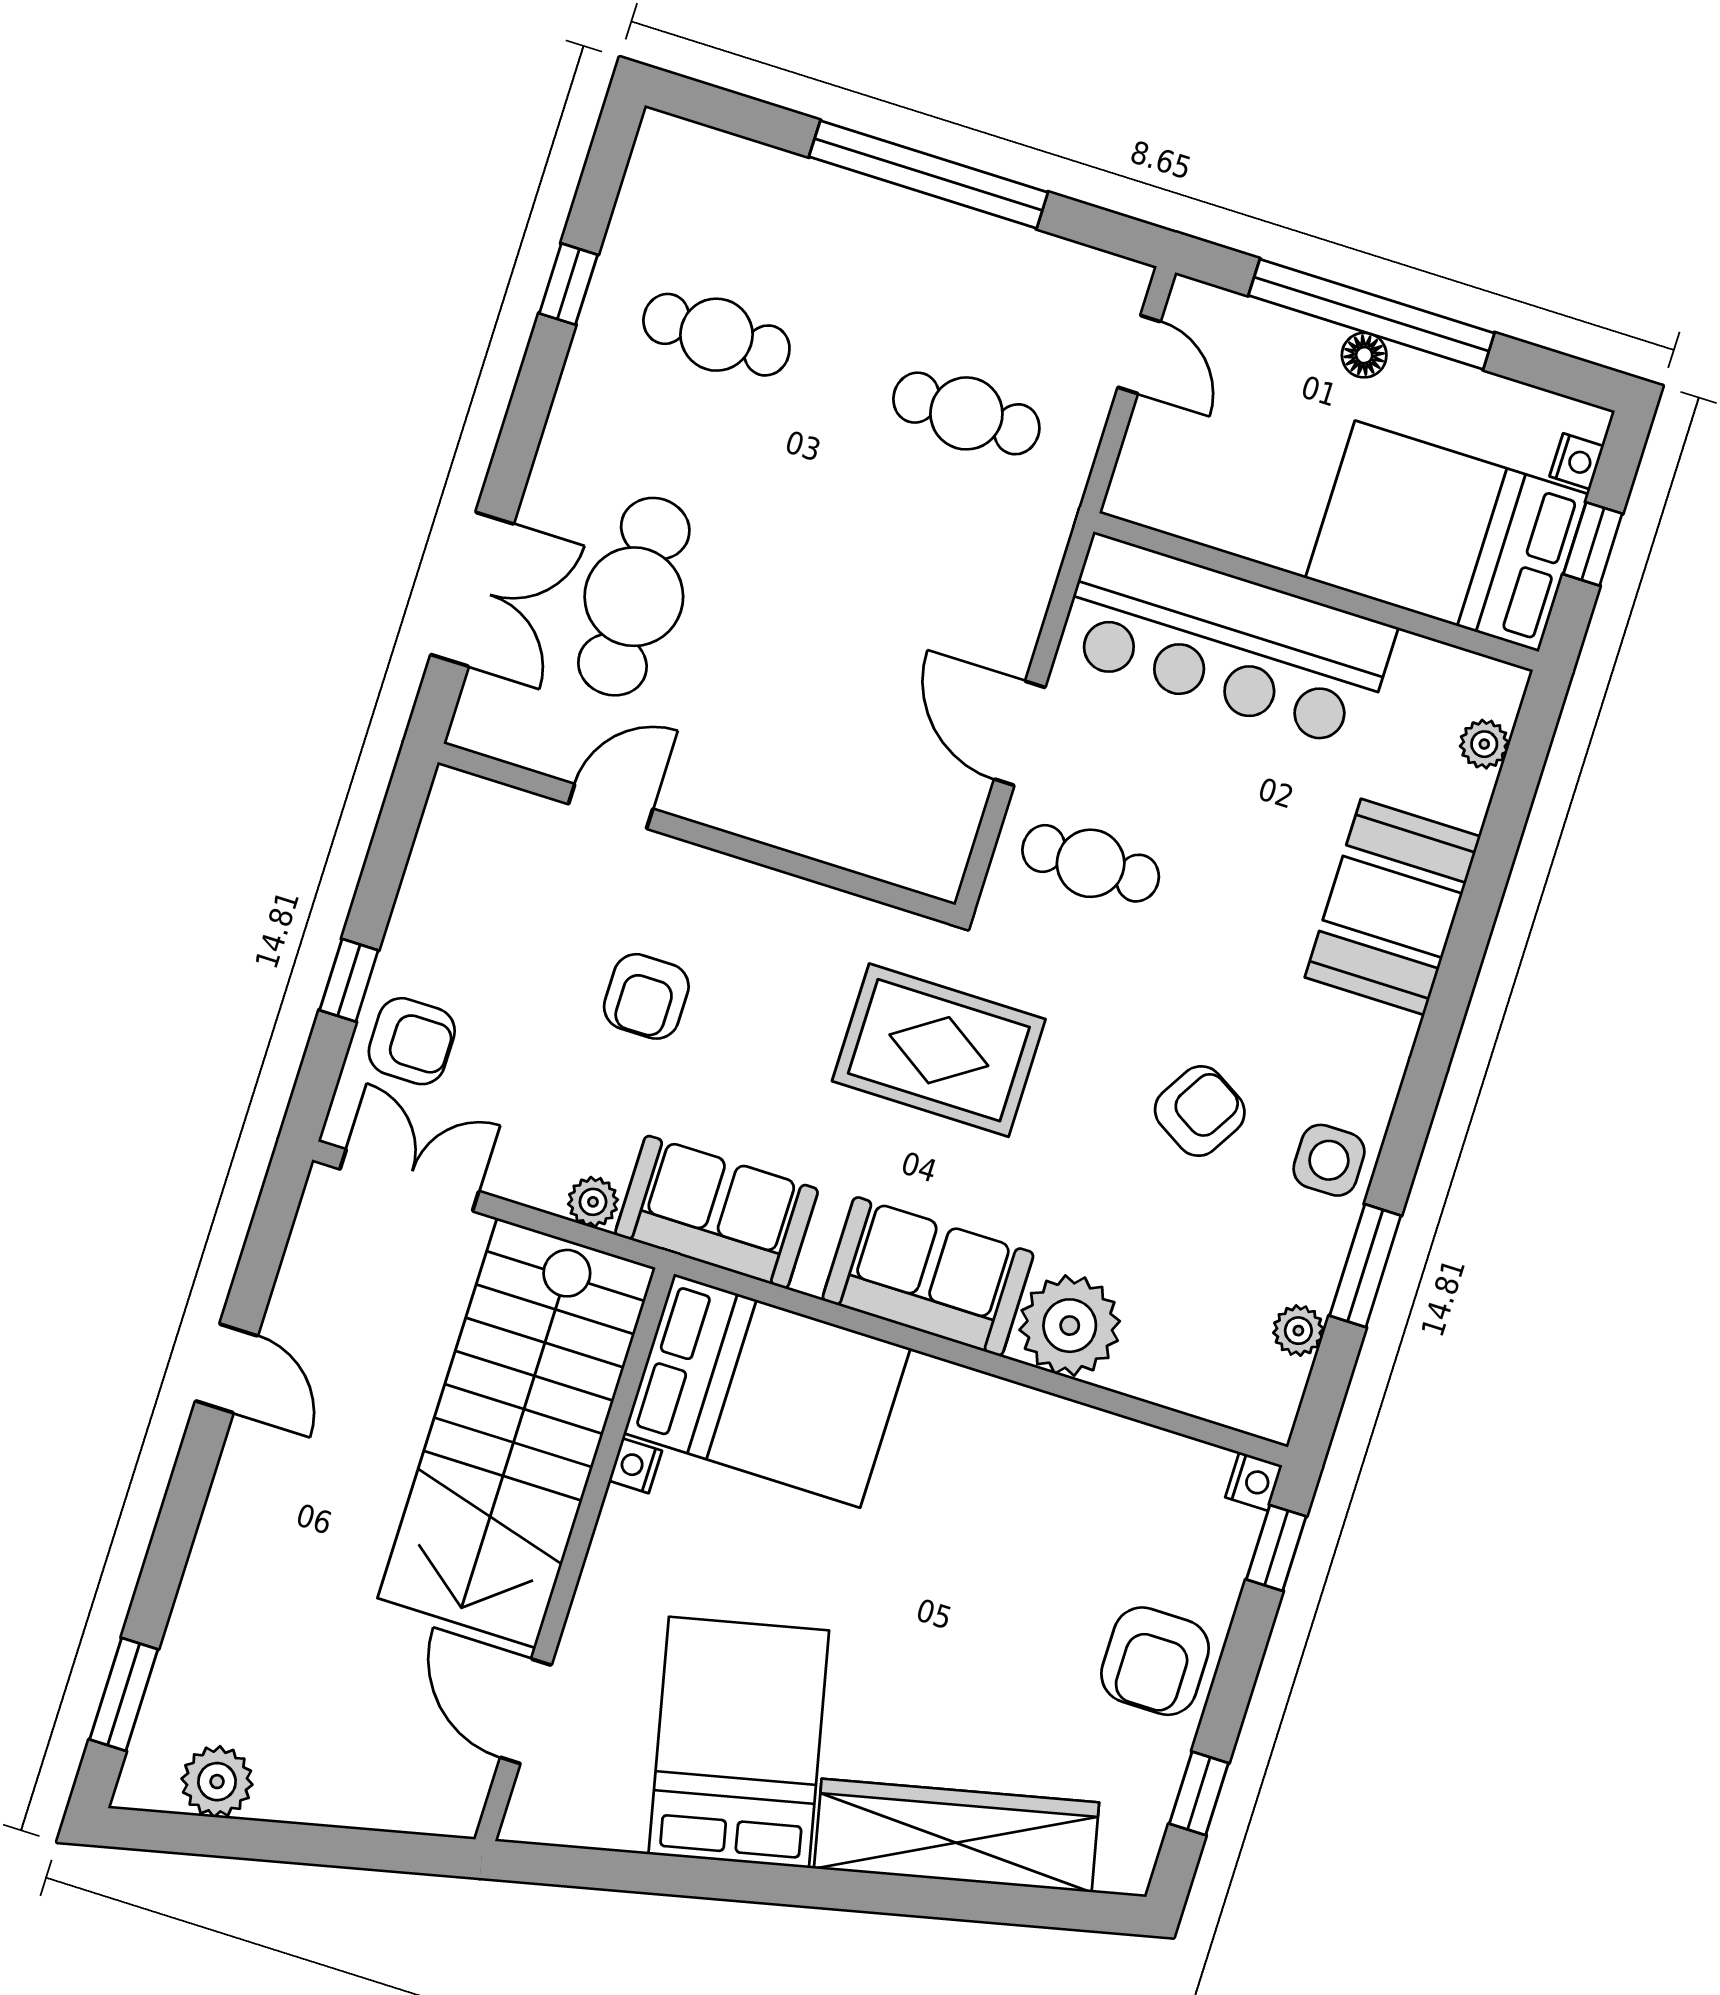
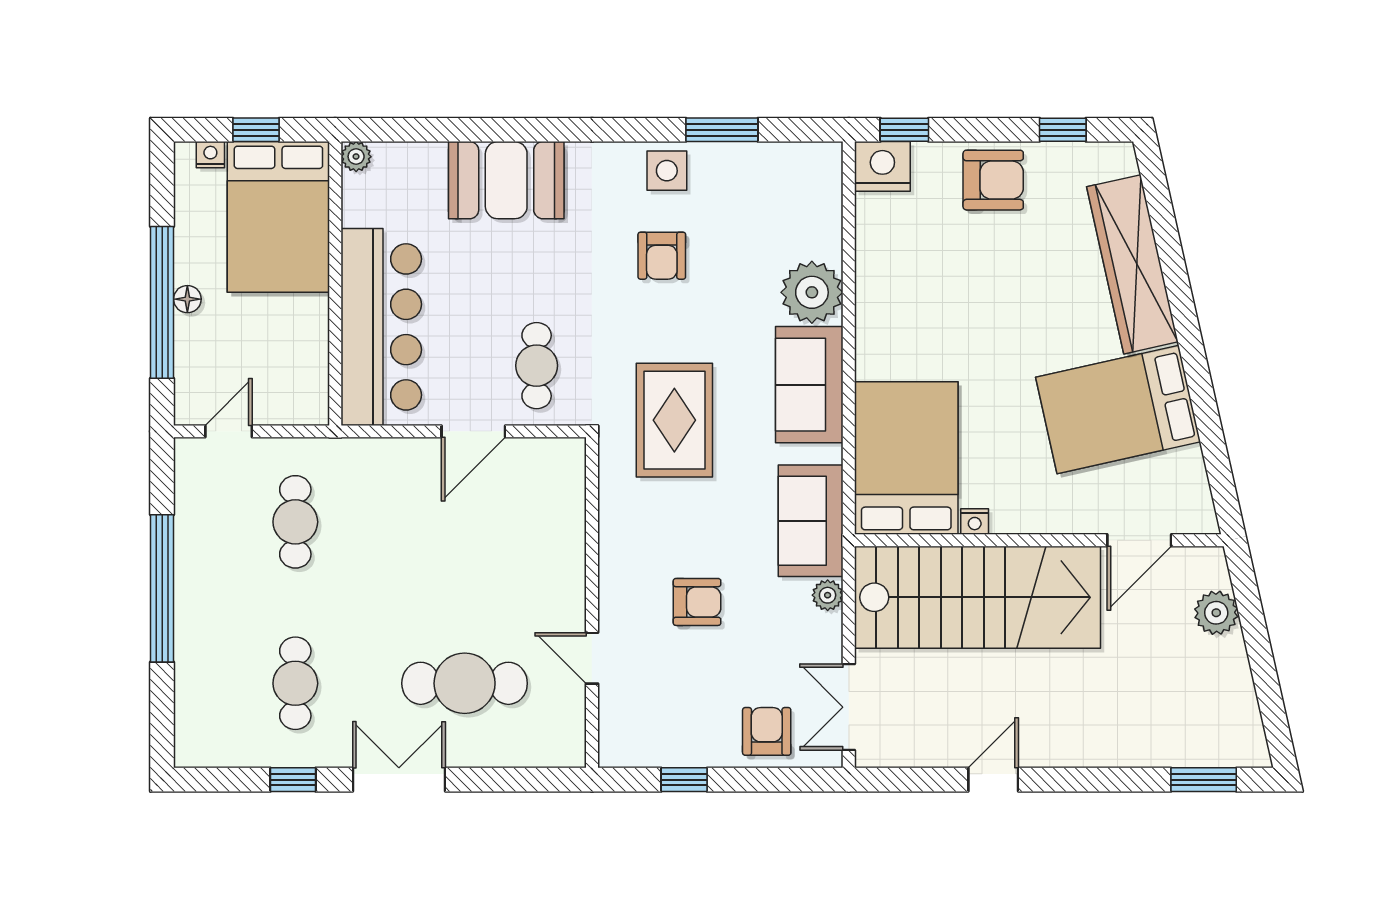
double door: (472, 589) -> (399, 780), moved
plant: (1484, 744) -> (356, 157), moved
window: (349, 980) -> (684, 780), moved
armchair: (1200, 1111) -> (662, 256), turned -121
plant: (1298, 1331) -> (773, 157), removed
nightstand: (1254, 1481) -> (882, 166), width x1.89, depth x1.79
plant: (217, 1782) -> (1216, 613), moved

